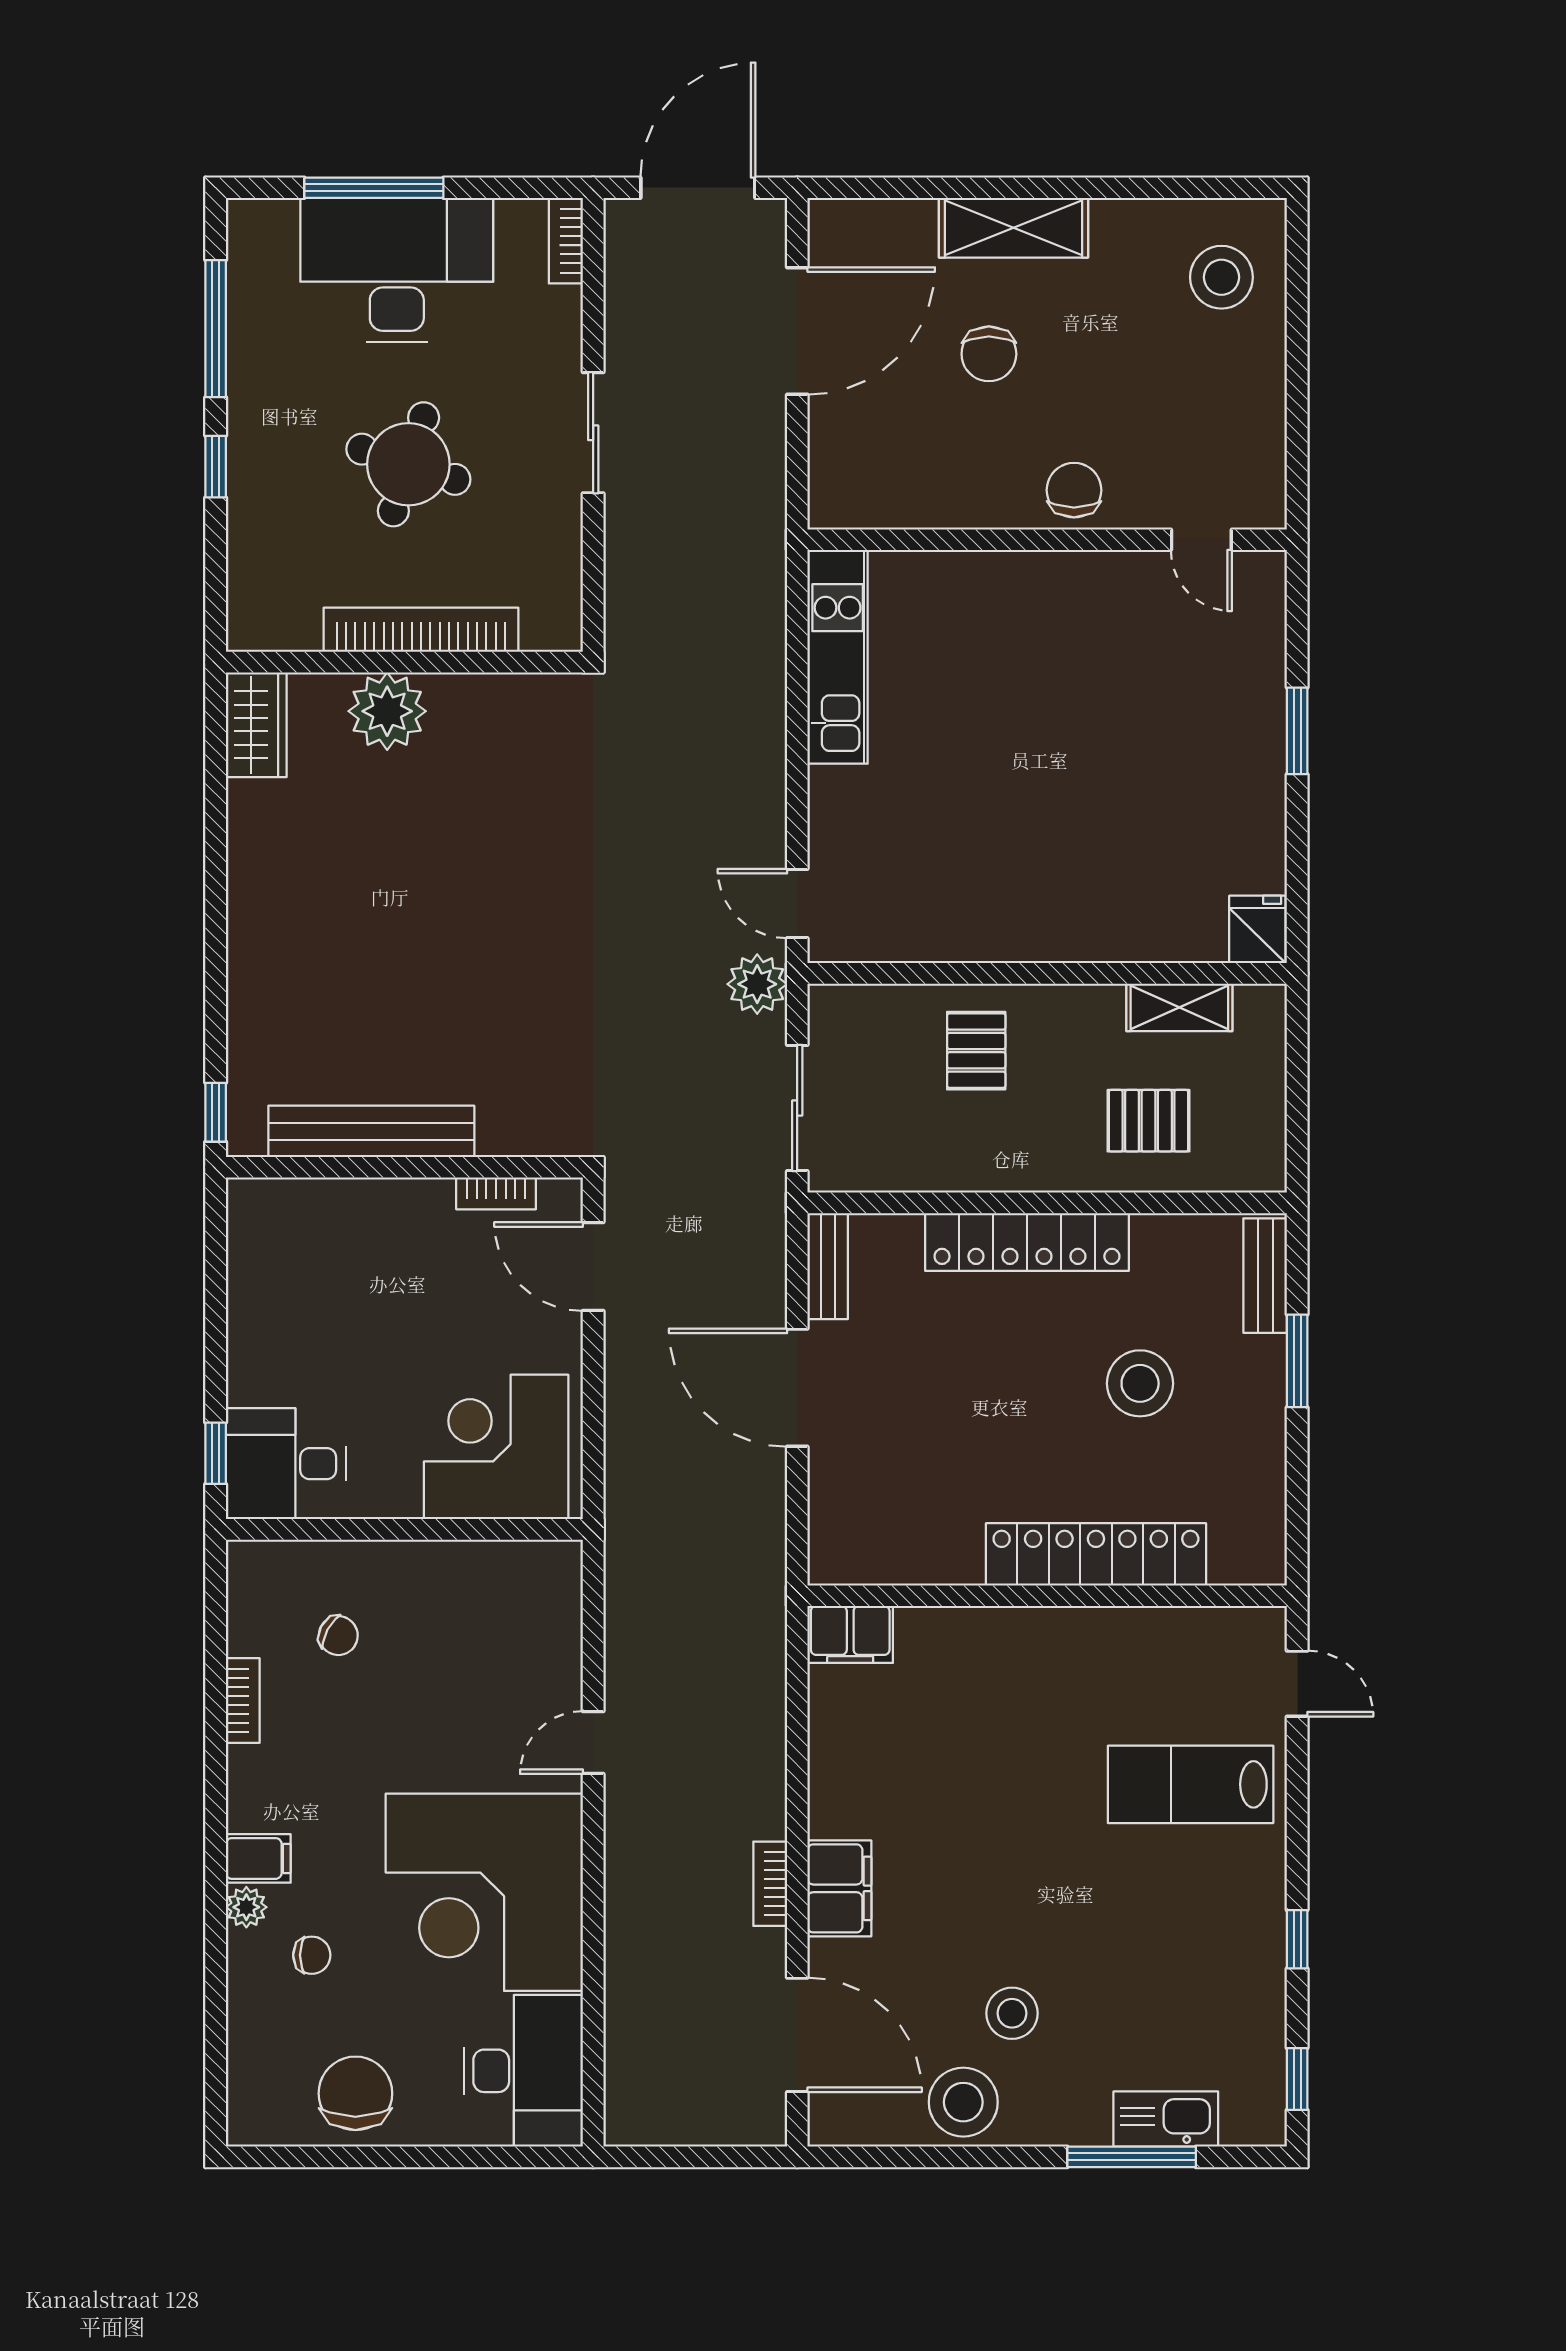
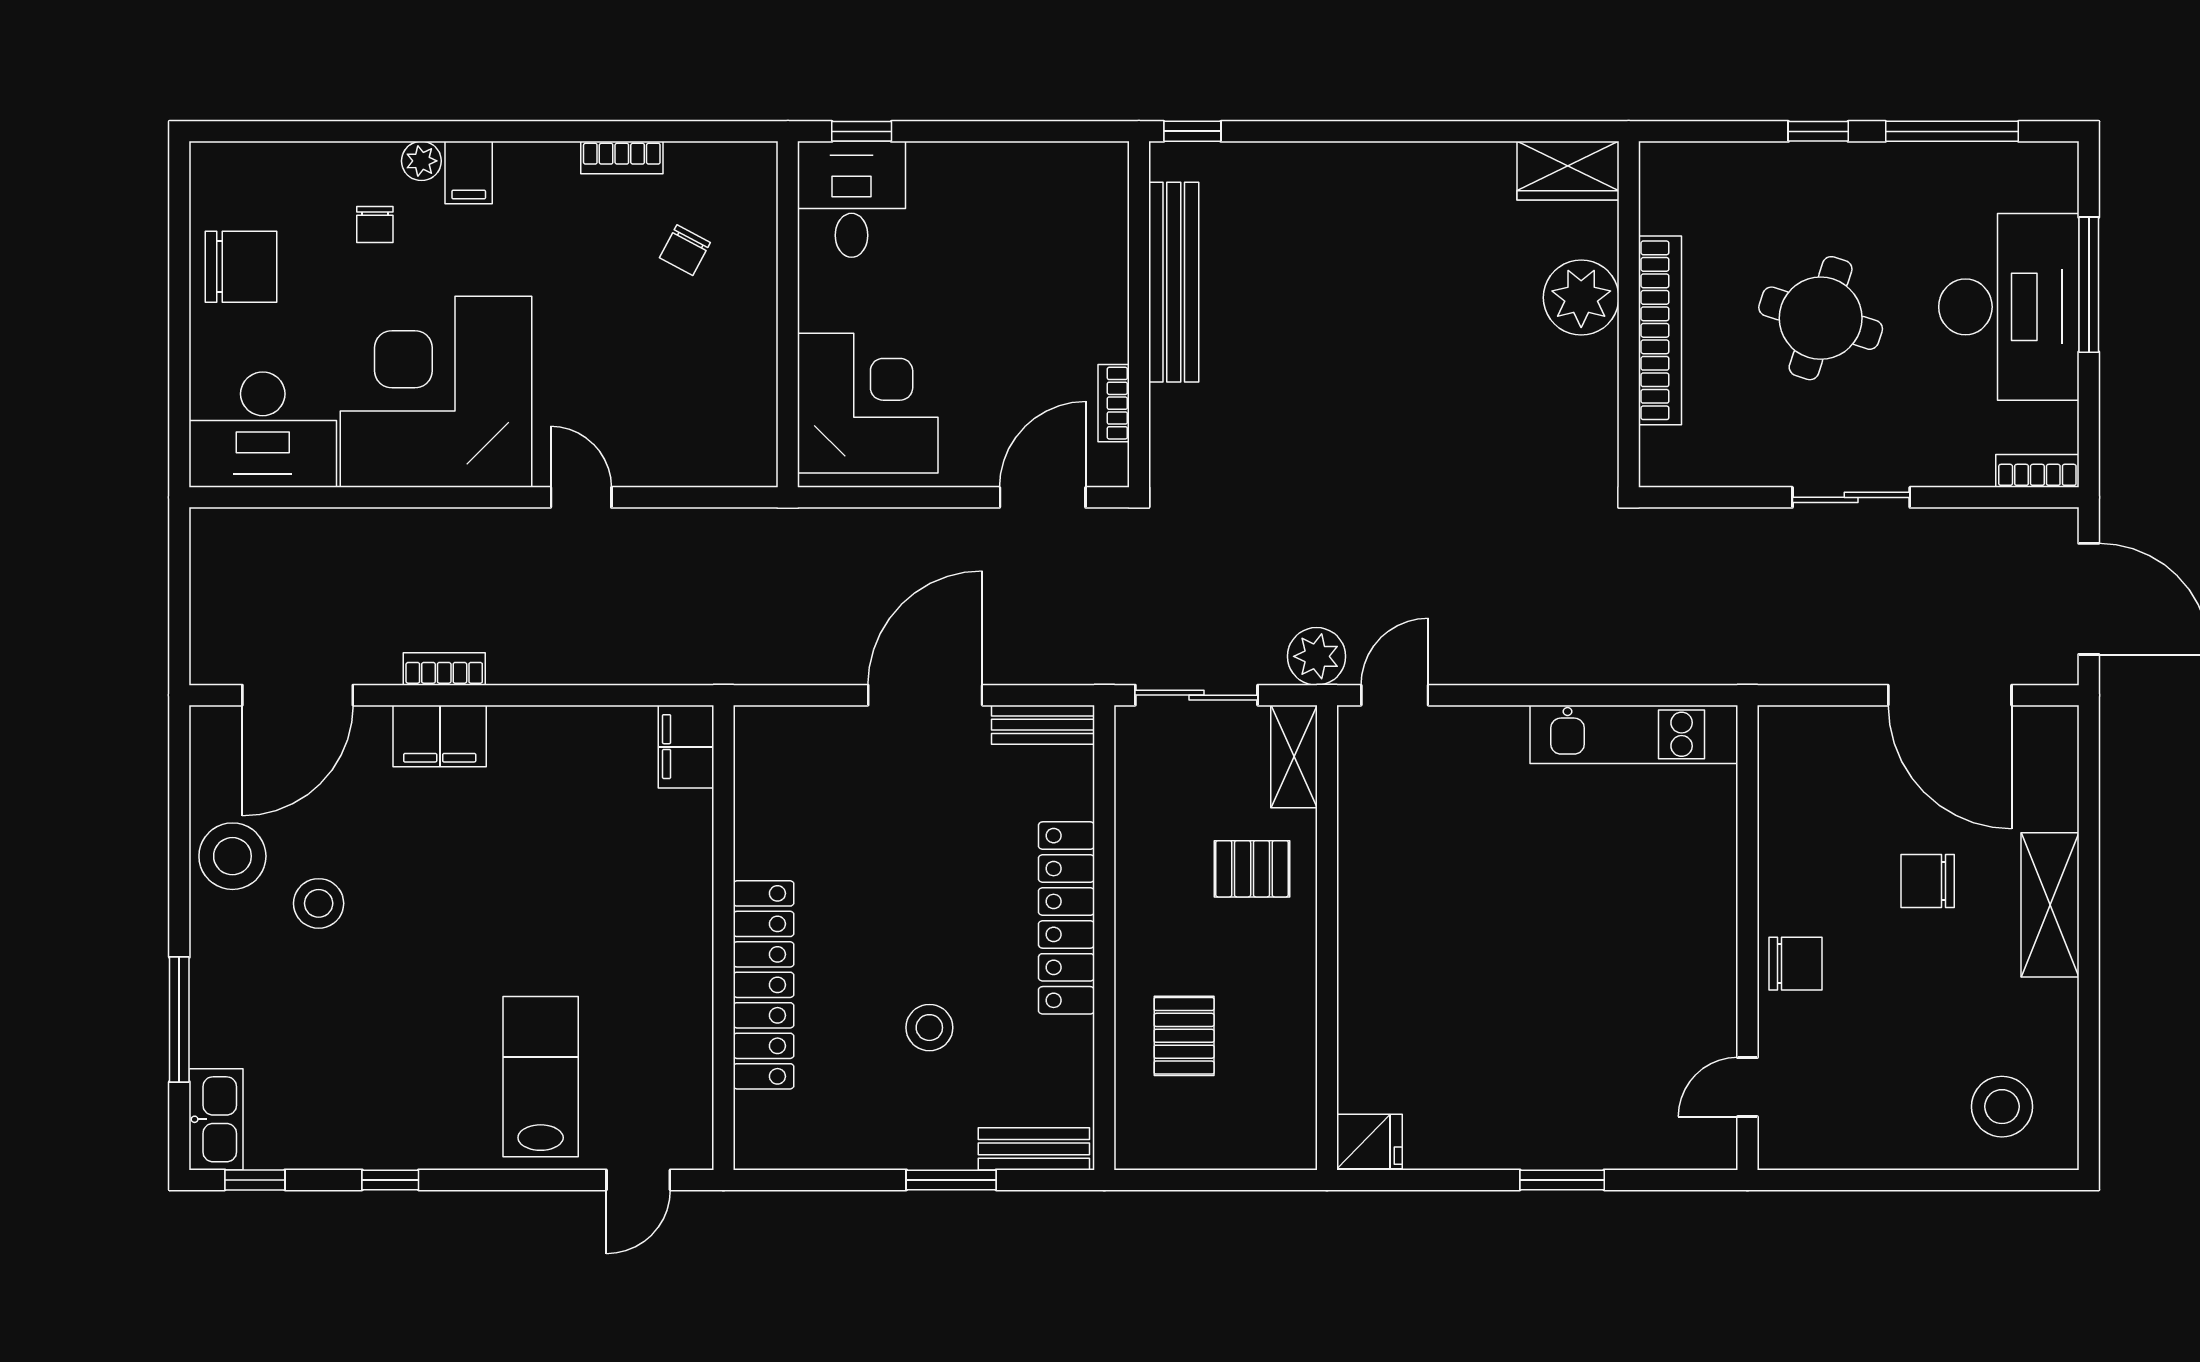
shelving: (1179, 1007) -> (1294, 756), moved
stool: (1140, 1383) -> (929, 1028), width x0.73, depth x0.73
kitchen sink: (1166, 2119) -> (216, 1119), moved

